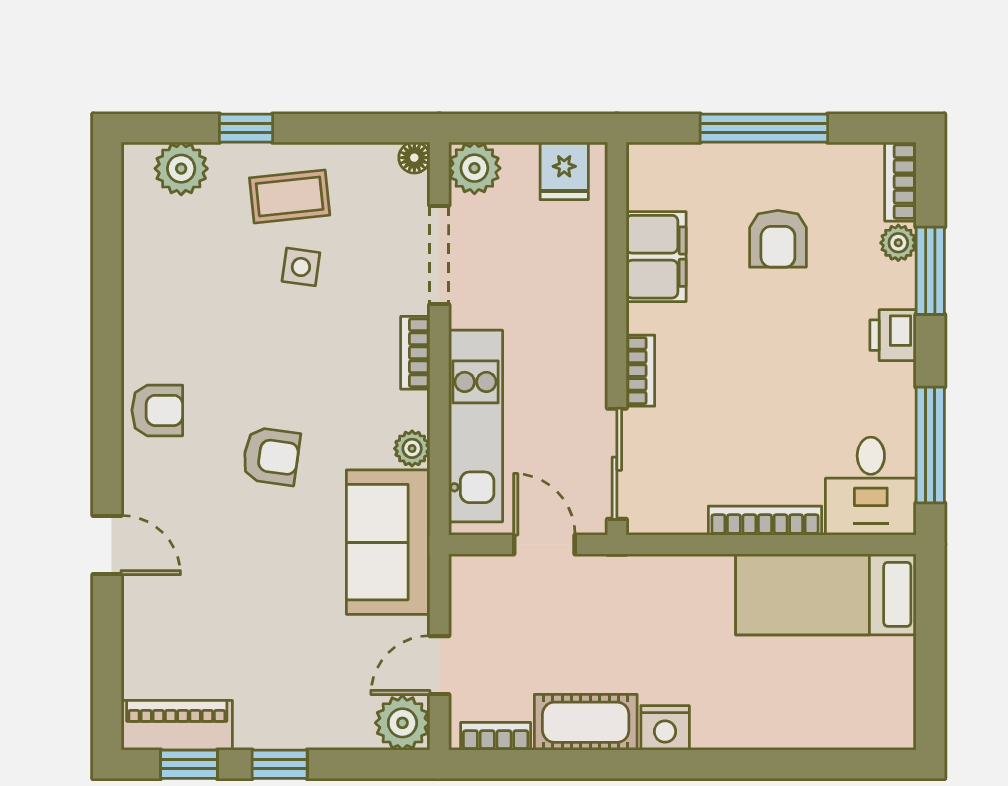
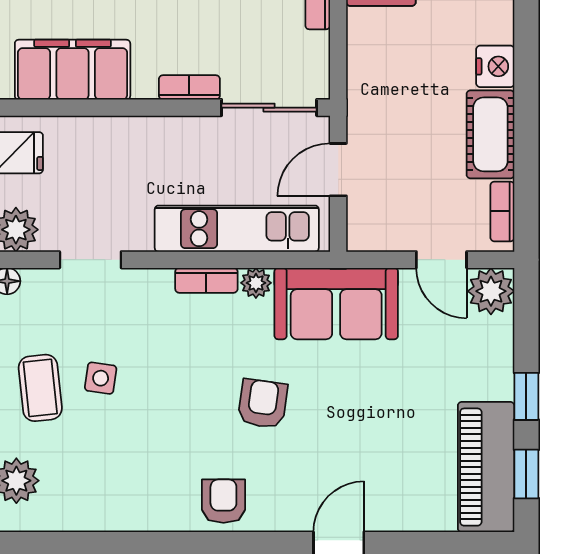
doorway: (439, 255) -> (90, 260), width x0.73
filing cabinet: (656, 257) -> (73, 70), width x1.50, depth x1.17
bookcase: (415, 353) -> (206, 280), moved
piano: (177, 725) -> (486, 467), width x1.37, depth x1.33

